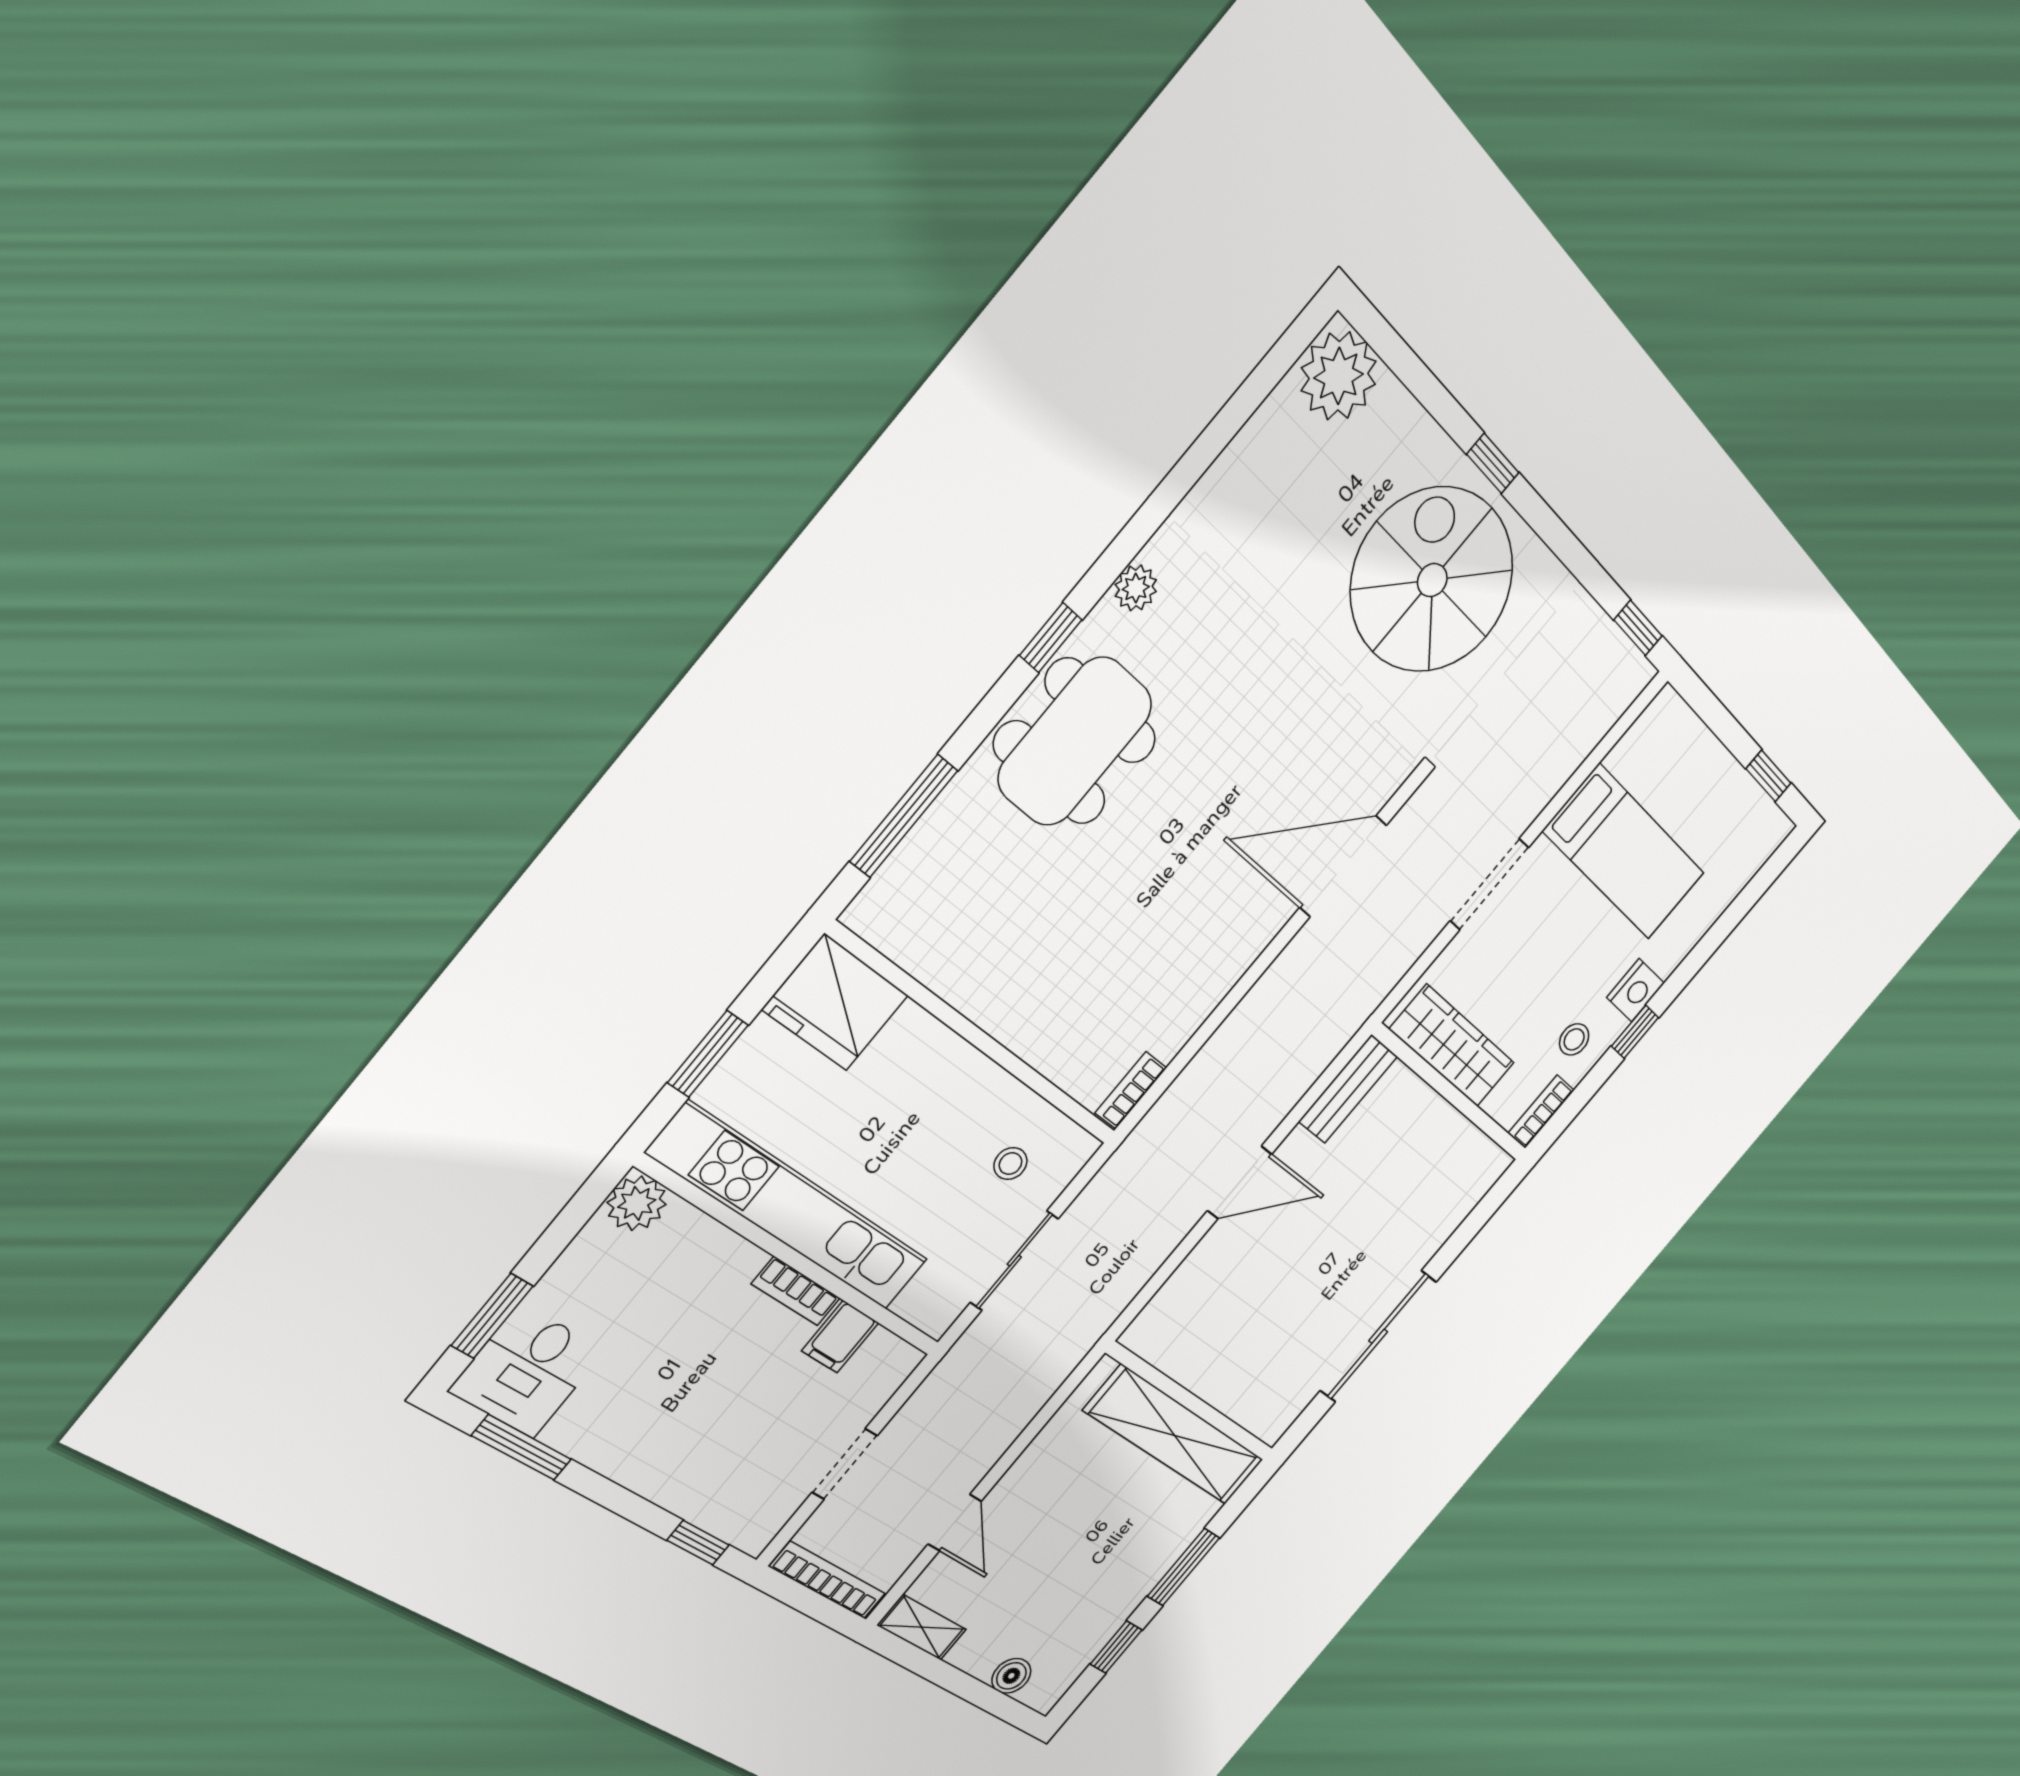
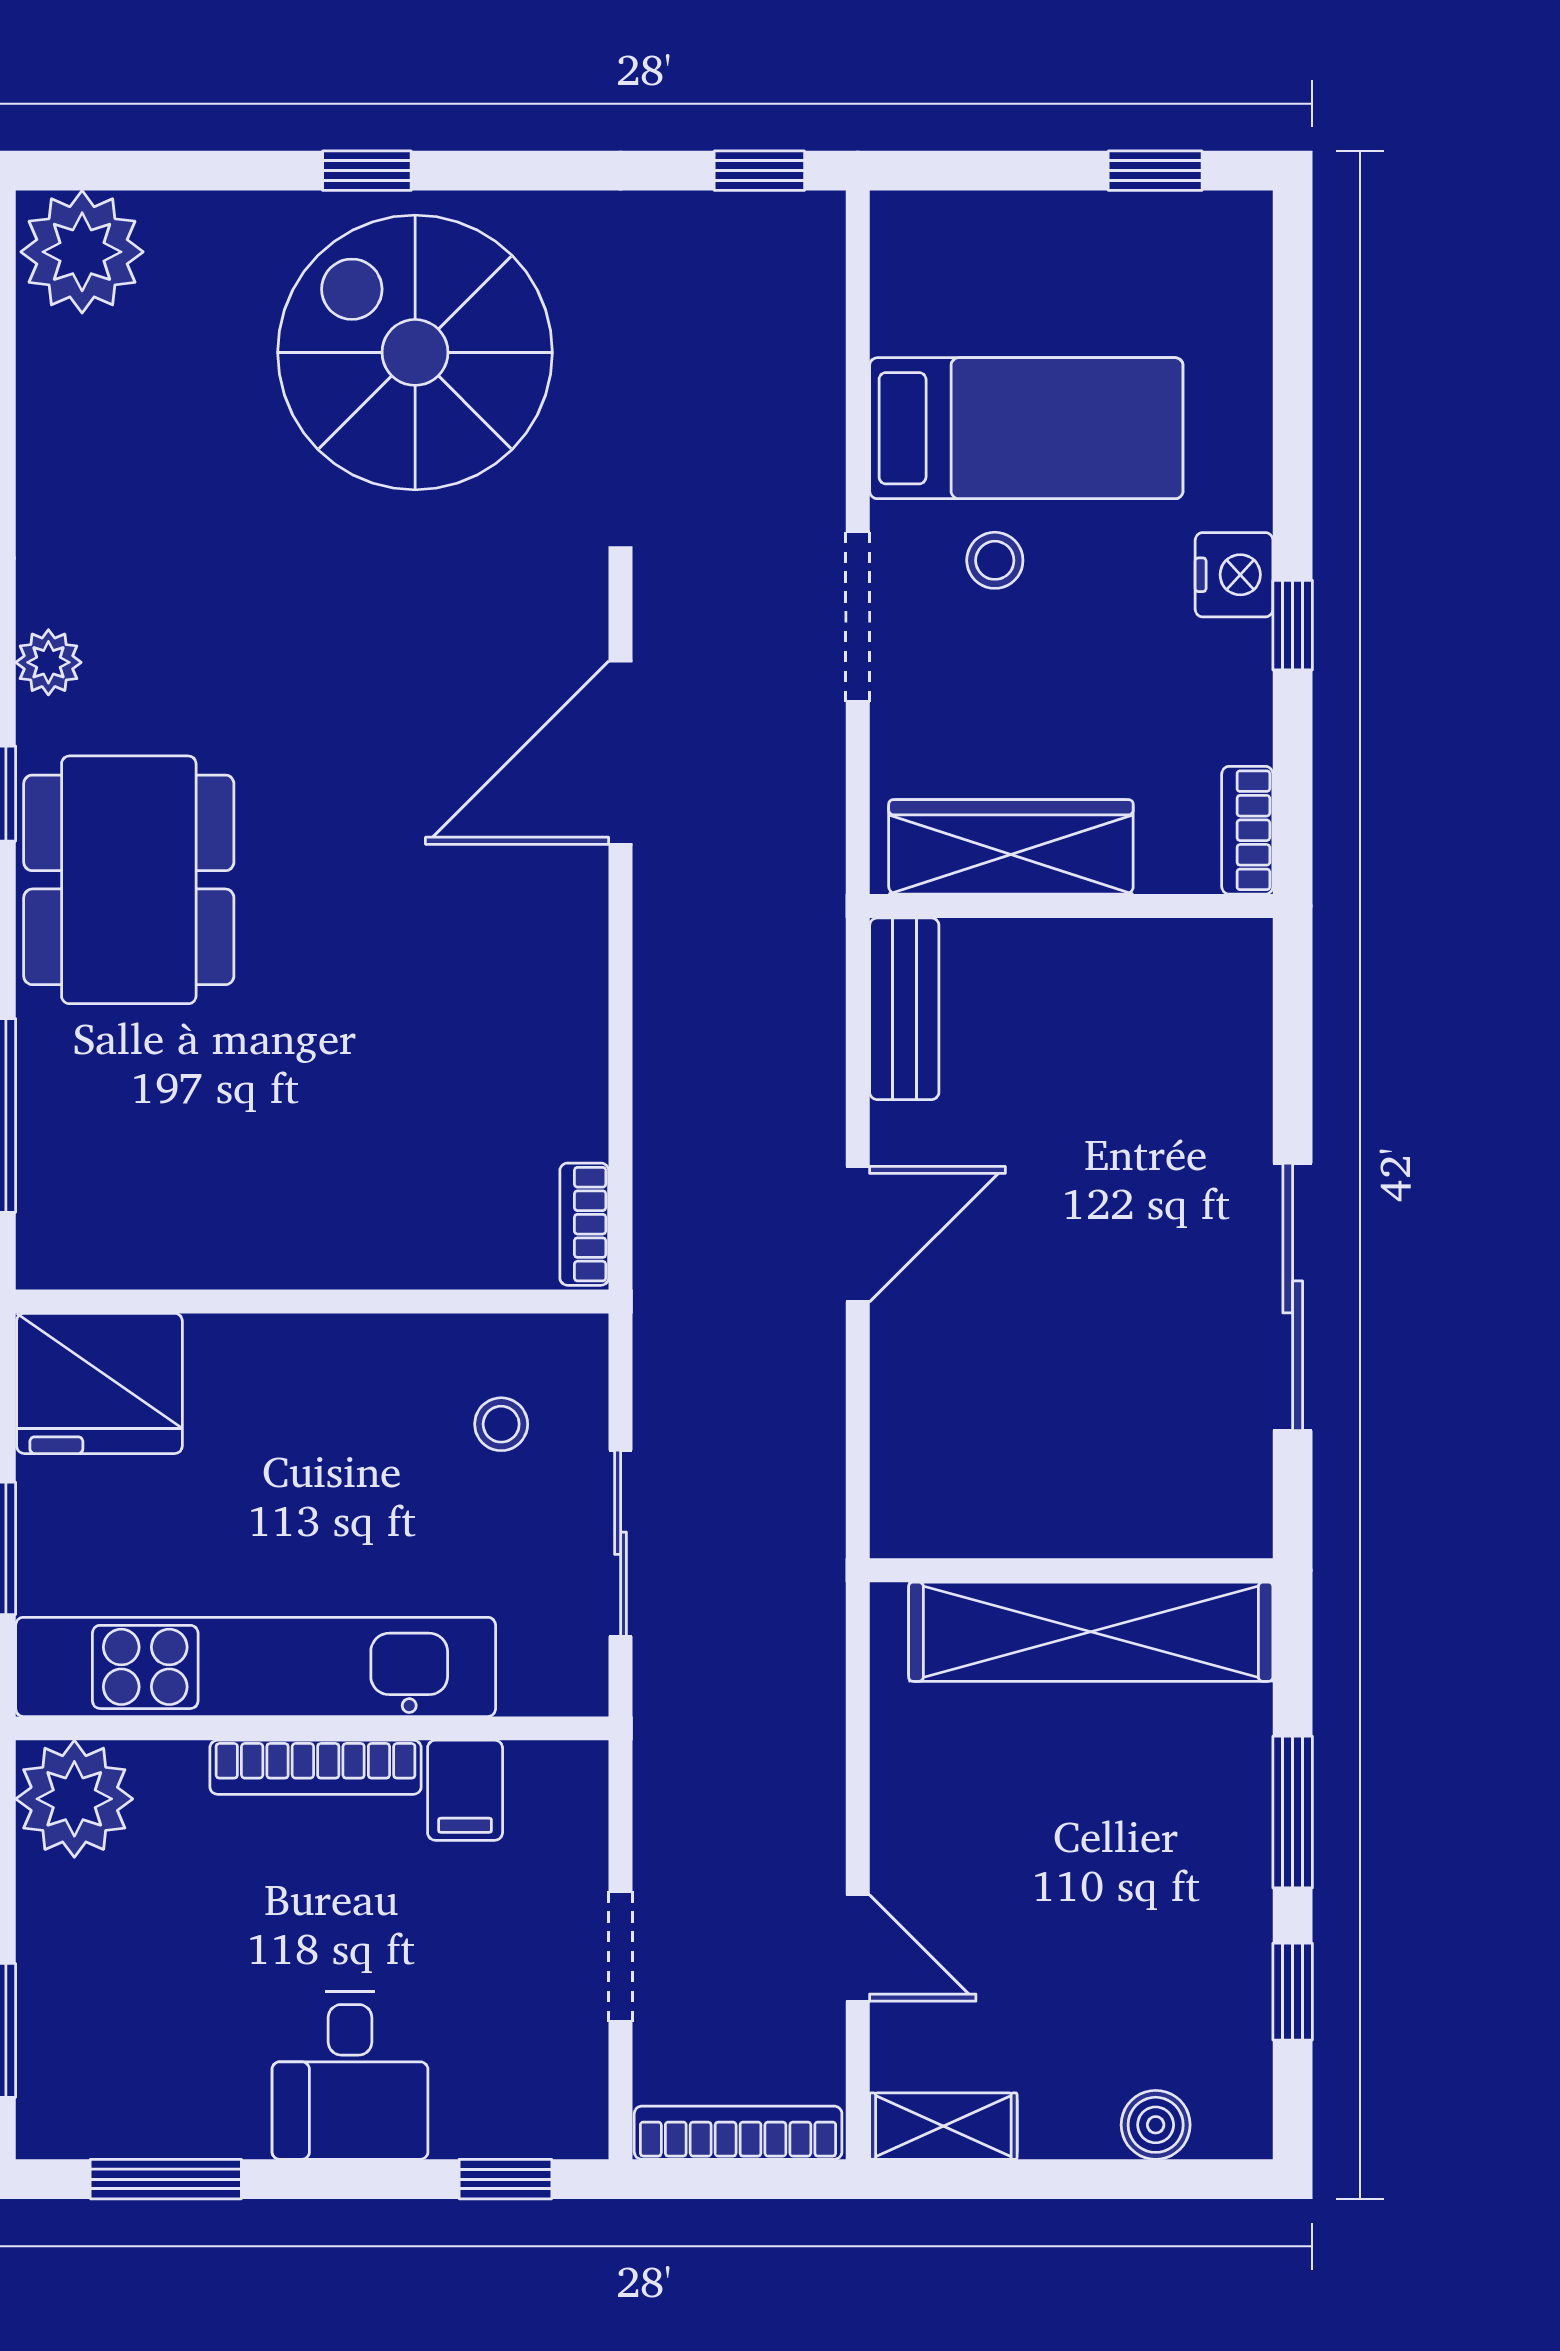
stool: (1574, 1039) -> (995, 560), moved
plant: (637, 1203) -> (74, 1799), width x1.36, depth x1.36
bookcase: (796, 1291) -> (316, 1767), width x1.56
desk: (527, 1371) -> (350, 2075), moved

